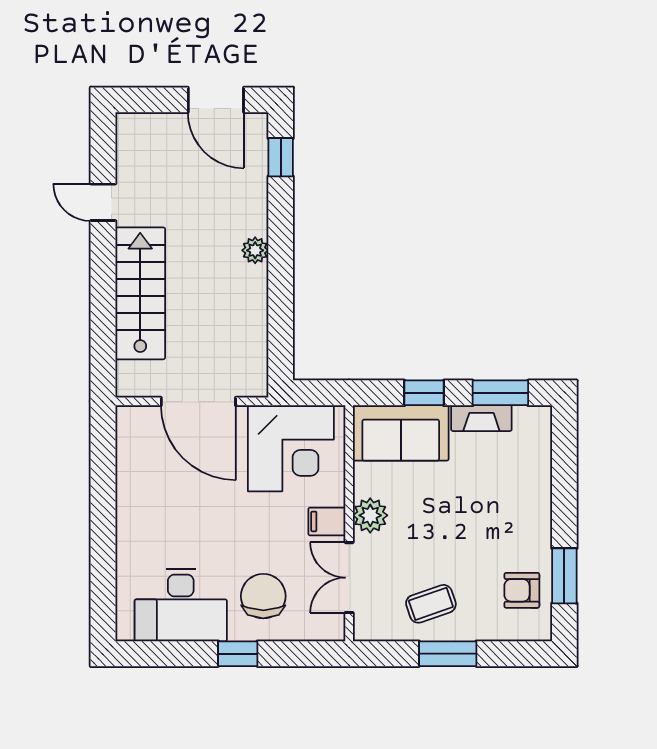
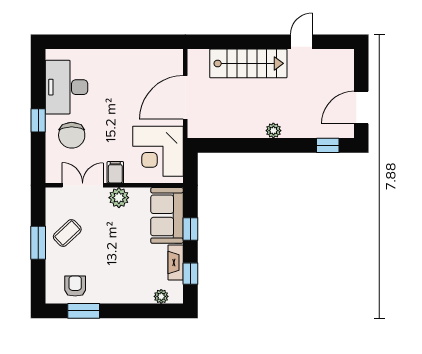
window: (500, 393) -> (190, 274), width x0.67
plant: (540, 443) -> (161, 296), added
chair: (263, 596) -> (72, 135), turned 90
coffee table: (431, 604) -> (67, 233), turned 66

